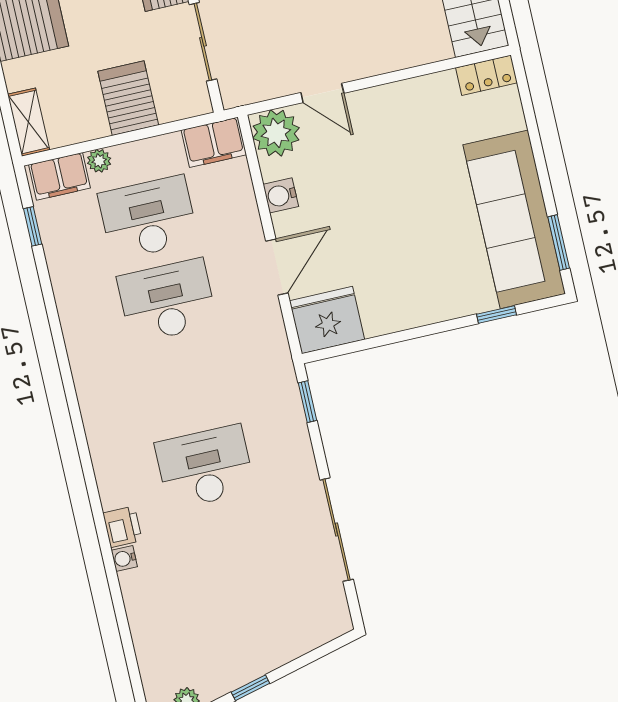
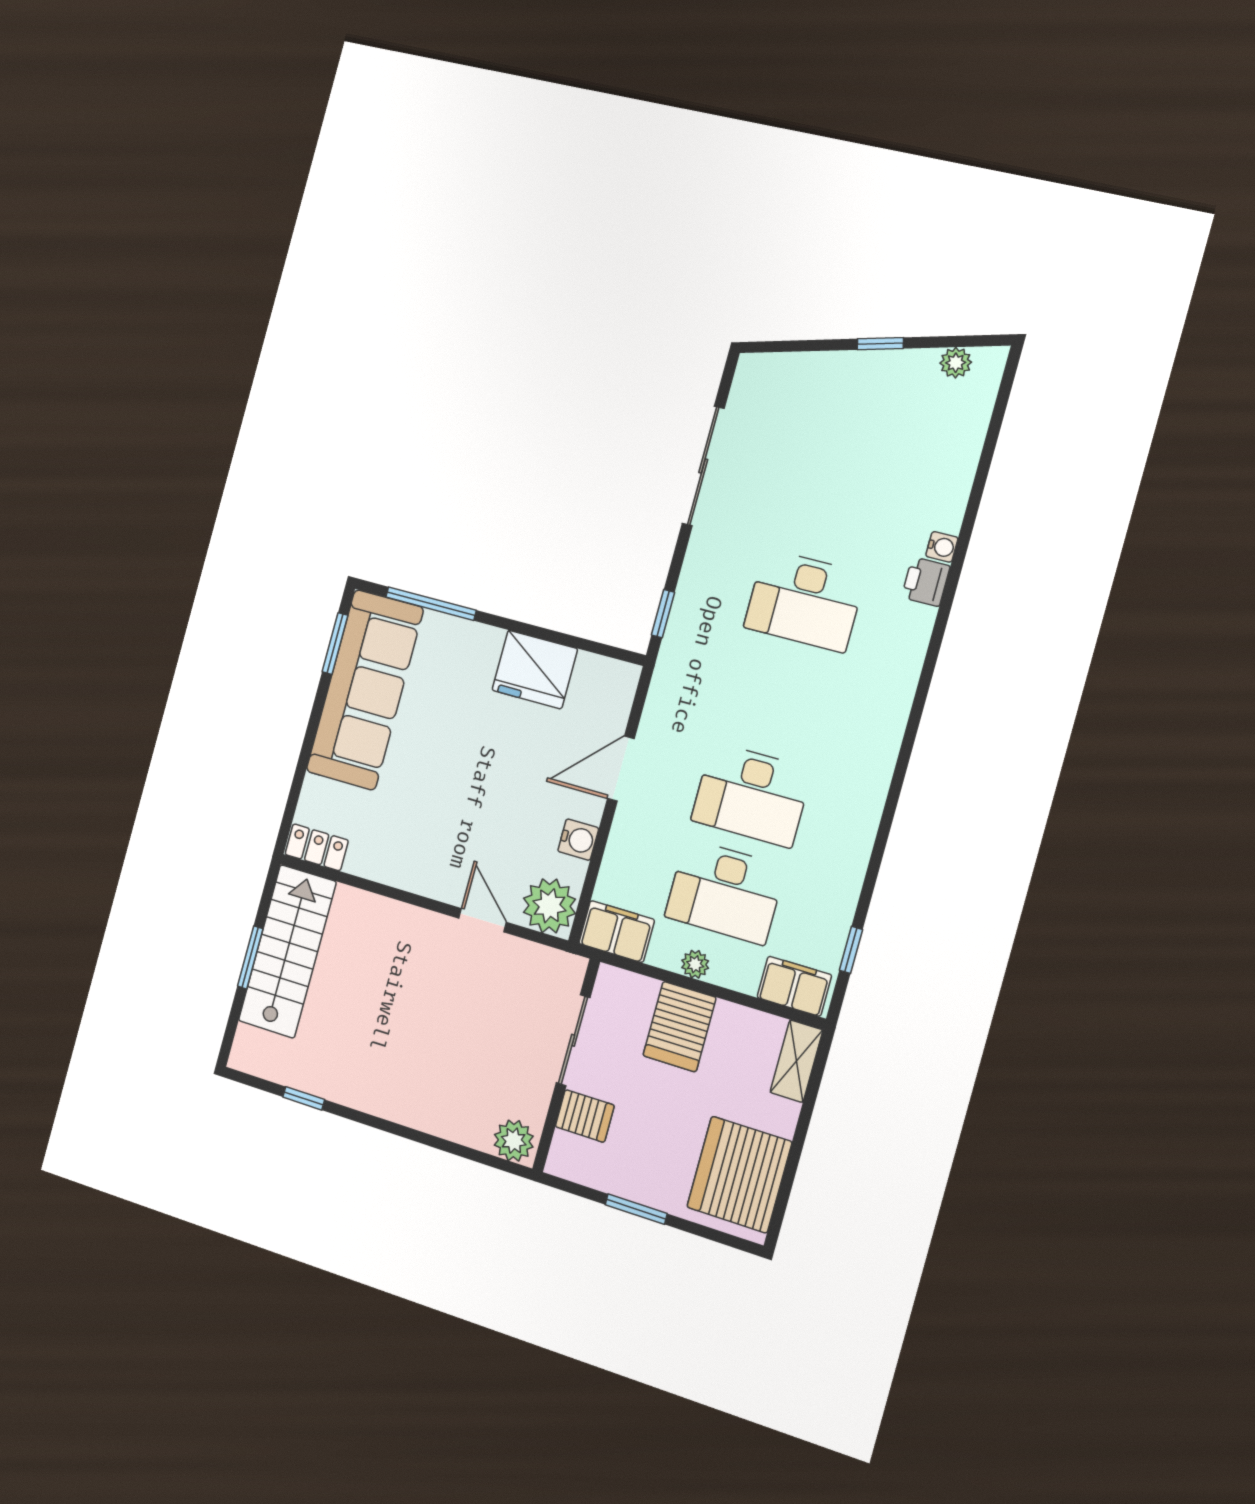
plant: (99, 161) -> (695, 964), moved
window: (497, 315) -> (431, 604), width x2.17
fridge: (327, 320) -> (535, 670), moved

